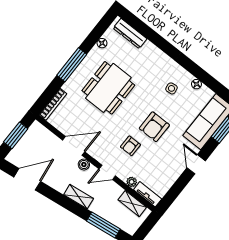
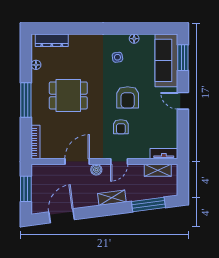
dining table: (108, 88) -> (68, 95), width x0.73
plant: (132, 182) -> (144, 154), removed

